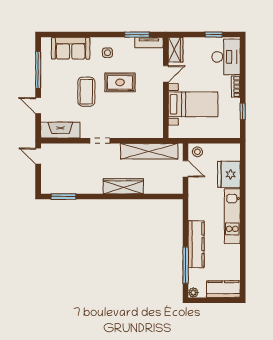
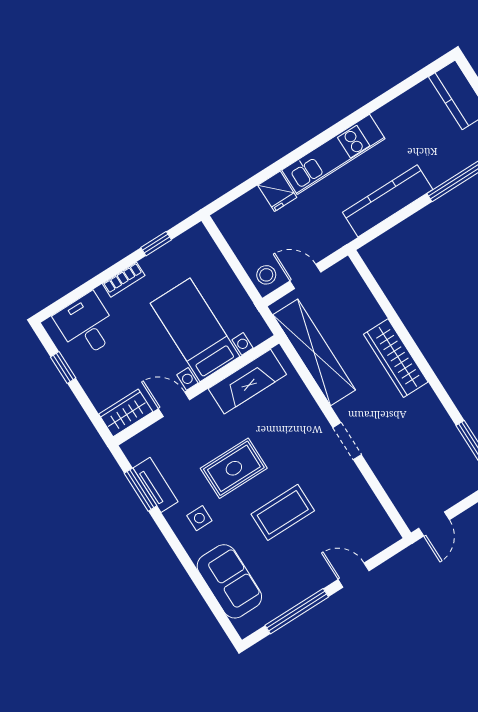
tv unit: (149, 43) -> (156, 485), moved
desk: (226, 57) -> (86, 325), width x0.73
rug: (120, 82) -> (234, 468), turned 90
door: (38, 106) -> (354, 575), swing flipped
fireplace: (60, 130) -> (247, 382), moved, turned -90
door: (186, 169) -> (305, 276), hinge flipped
fridge: (229, 174) -> (277, 191), width x0.53, depth x0.75
kitchen counter: (196, 244) -> (388, 201), moved

